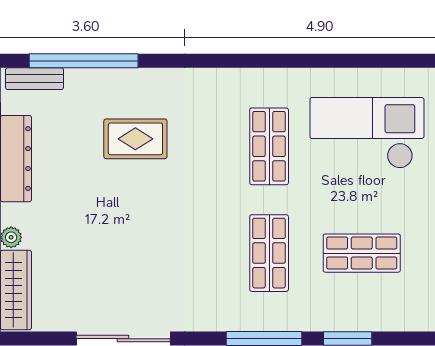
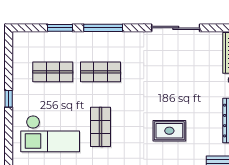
shop shelf: (269, 253) -> (101, 72), turned 90

